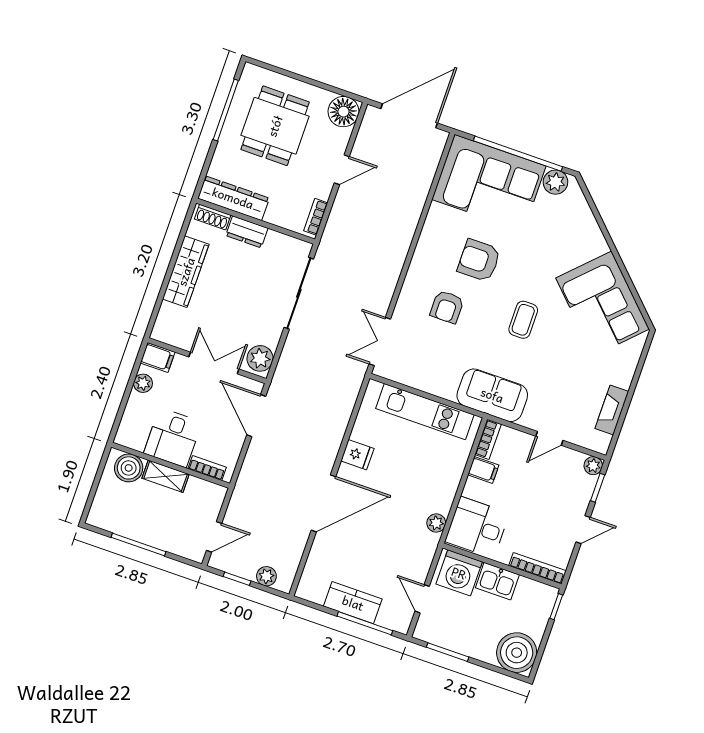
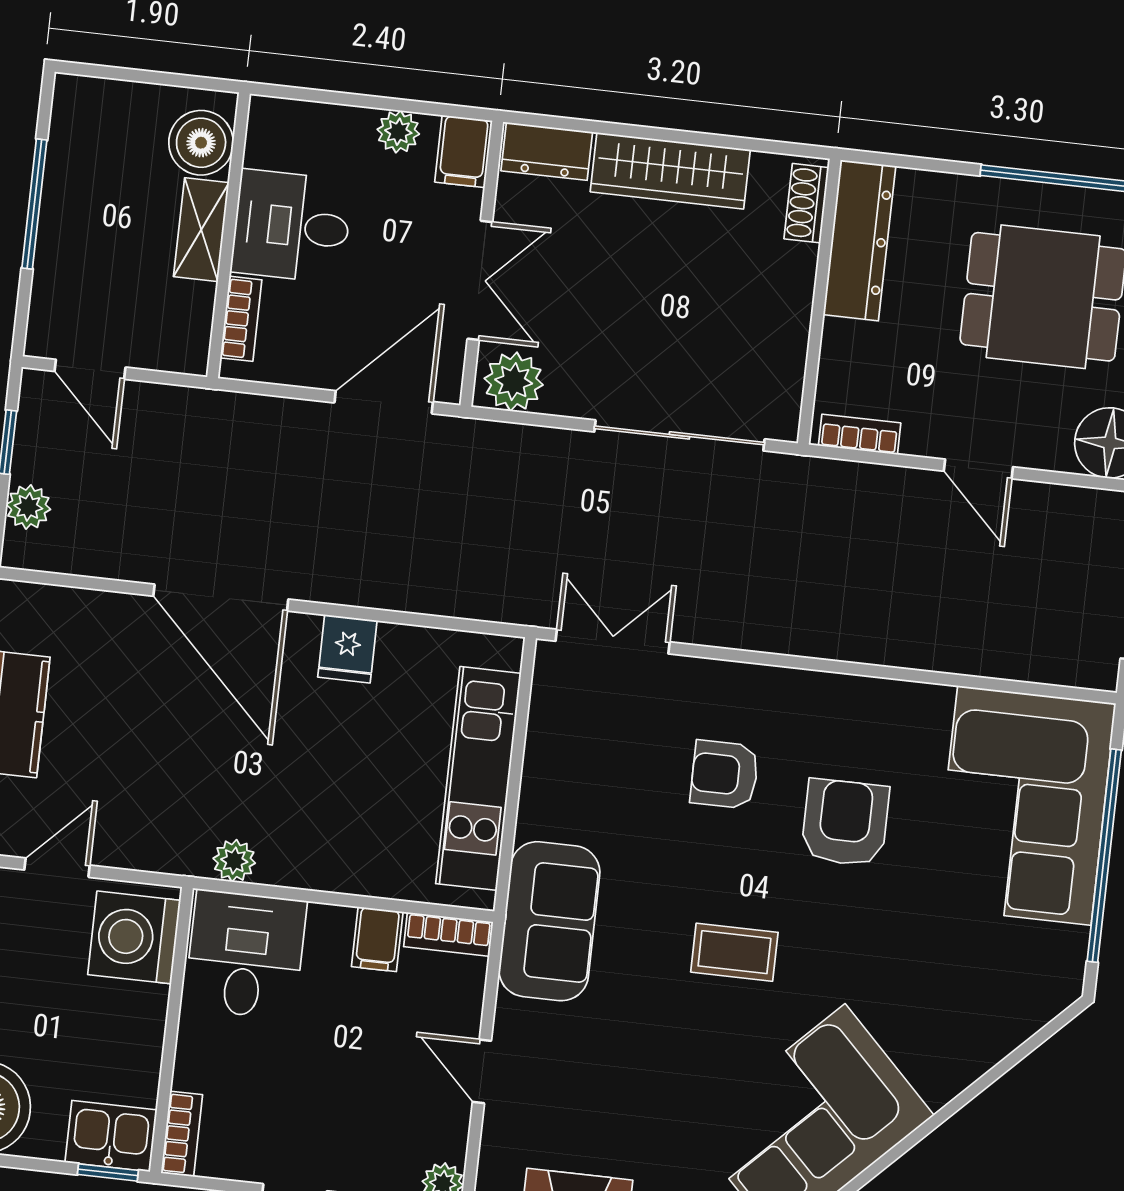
plant: (555, 182) -> (1060, 954), removed
dresser: (247, 232) -> (547, 151), moved, turned -90
bookcase: (537, 568) -> (182, 1134), width x0.64
kitchen sink: (497, 581) -> (111, 1136), moved, turned 90

